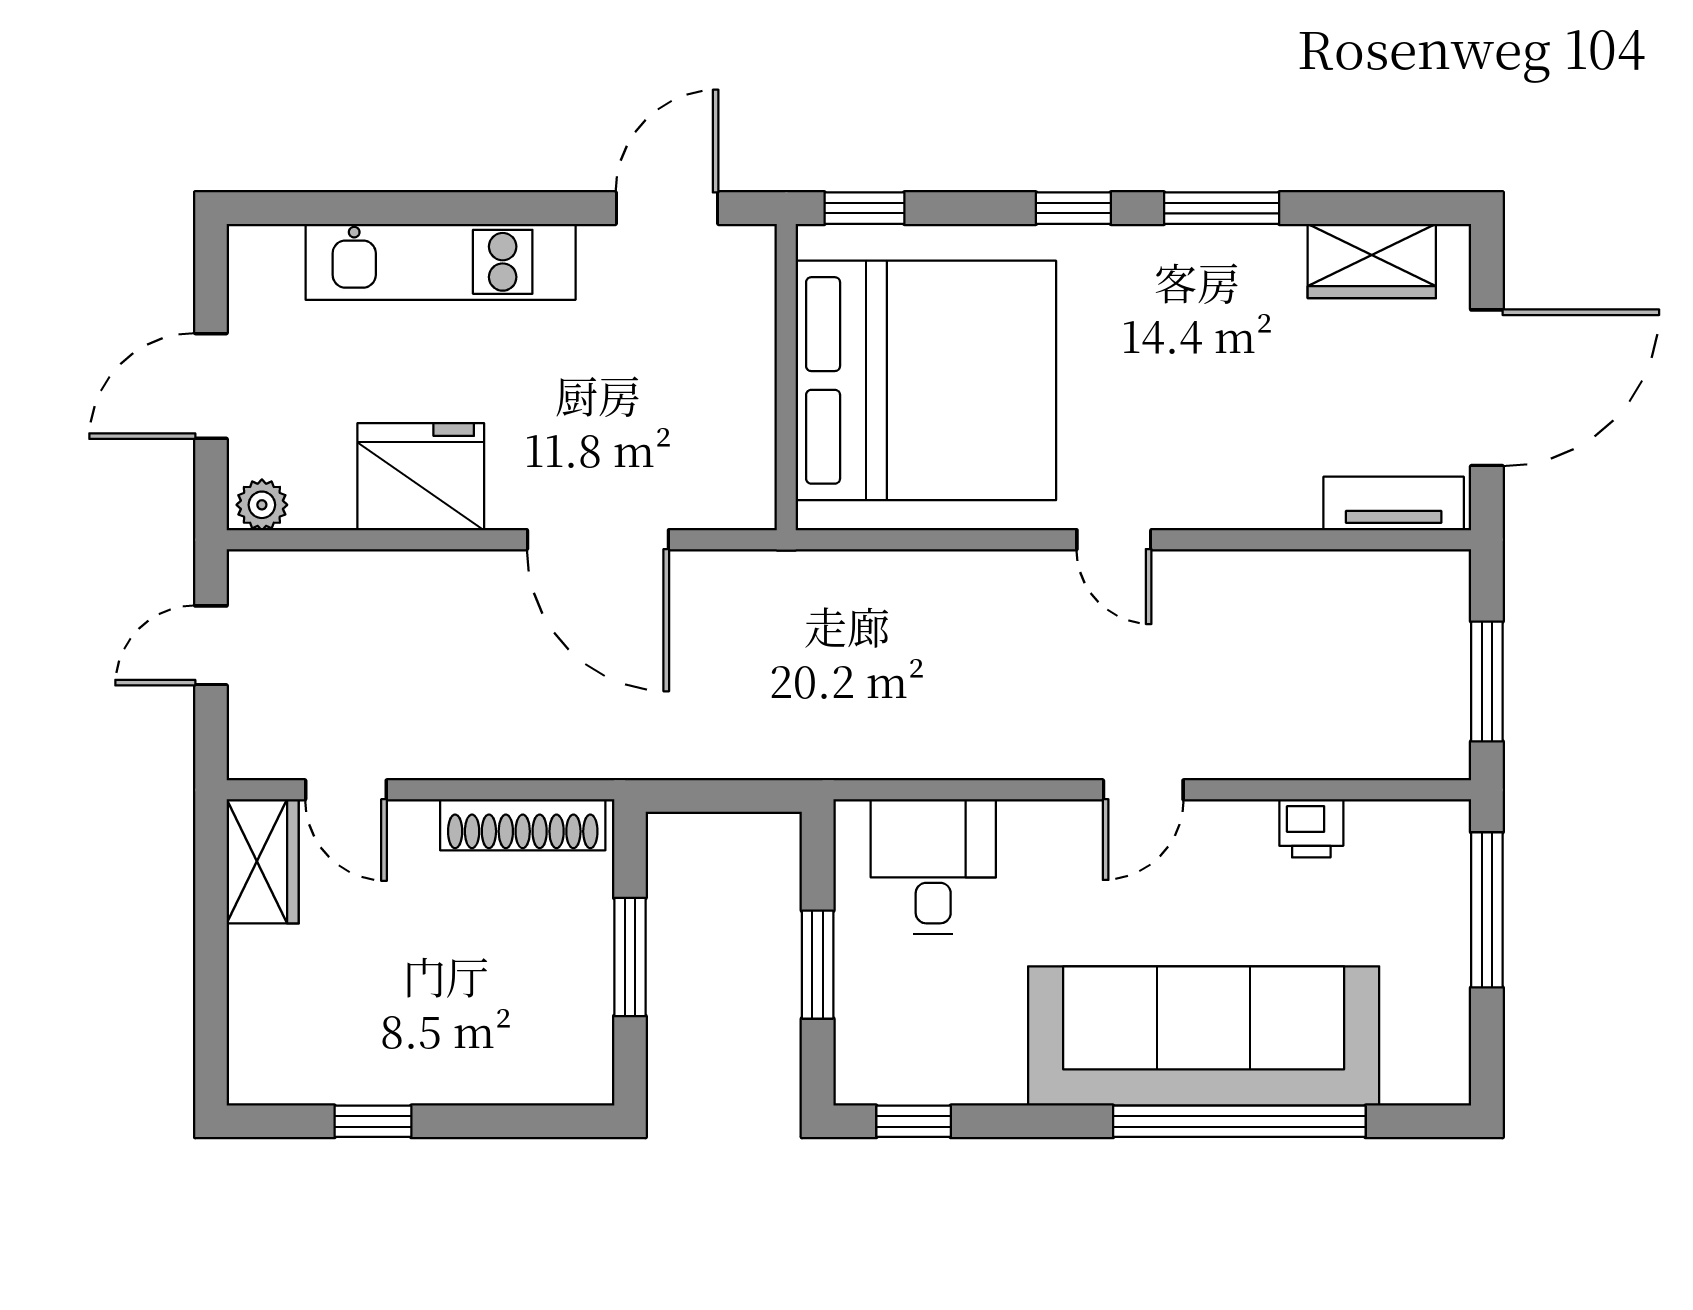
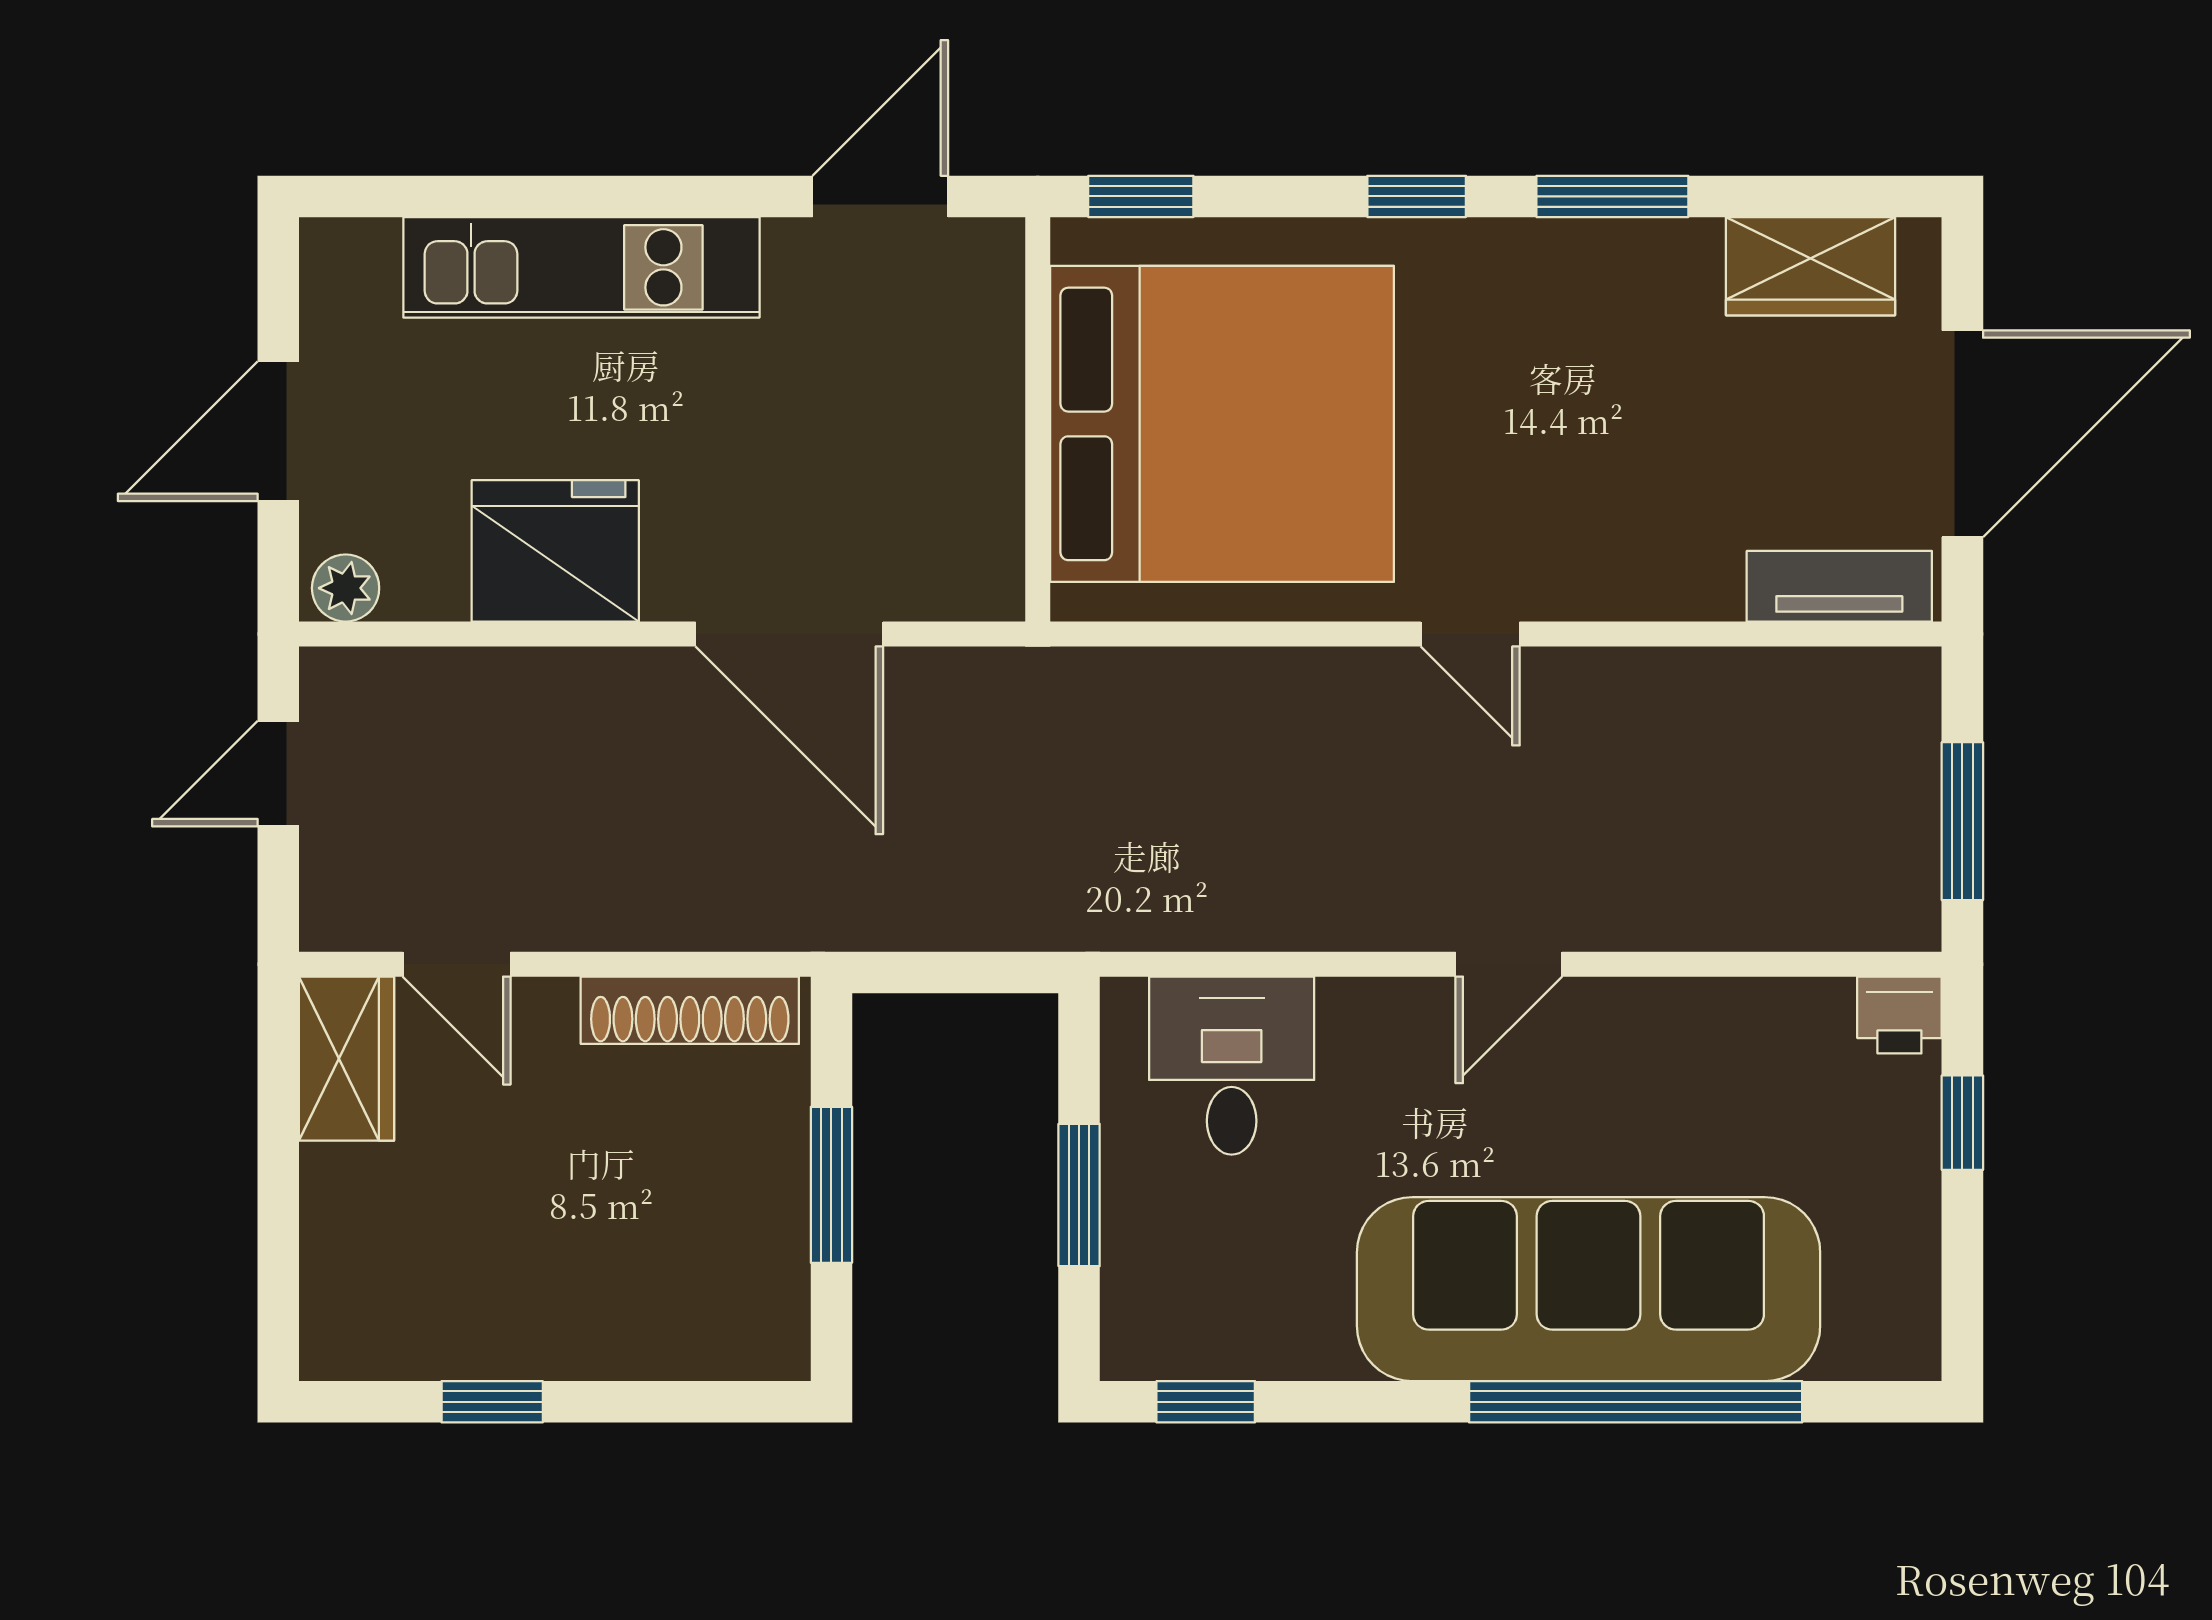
printer: (1311, 828) -> (1899, 1015), moved
window: (1487, 910) -> (1962, 1123), width x0.46

